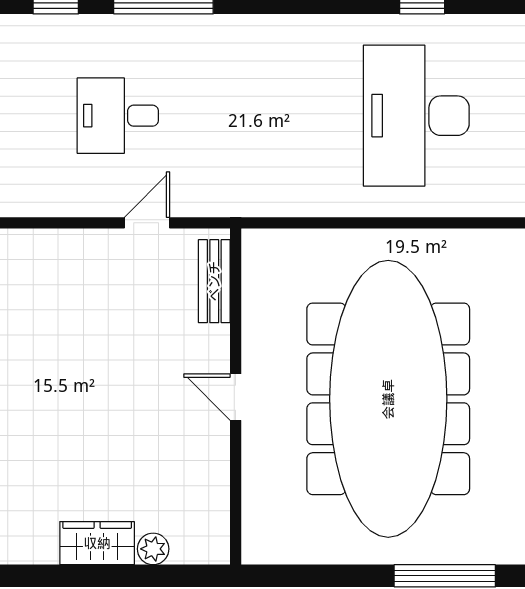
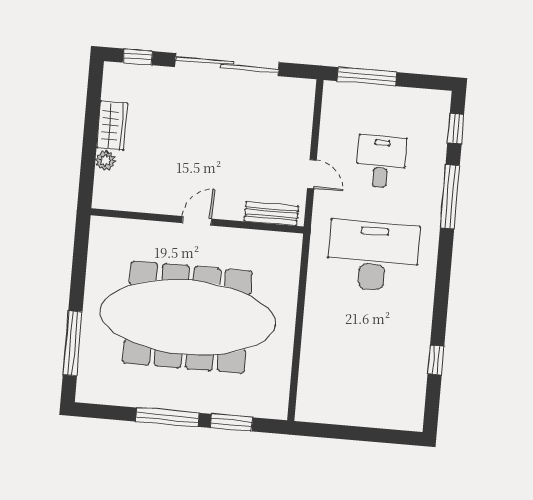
desk: (416, 116) -> (373, 256), moved

